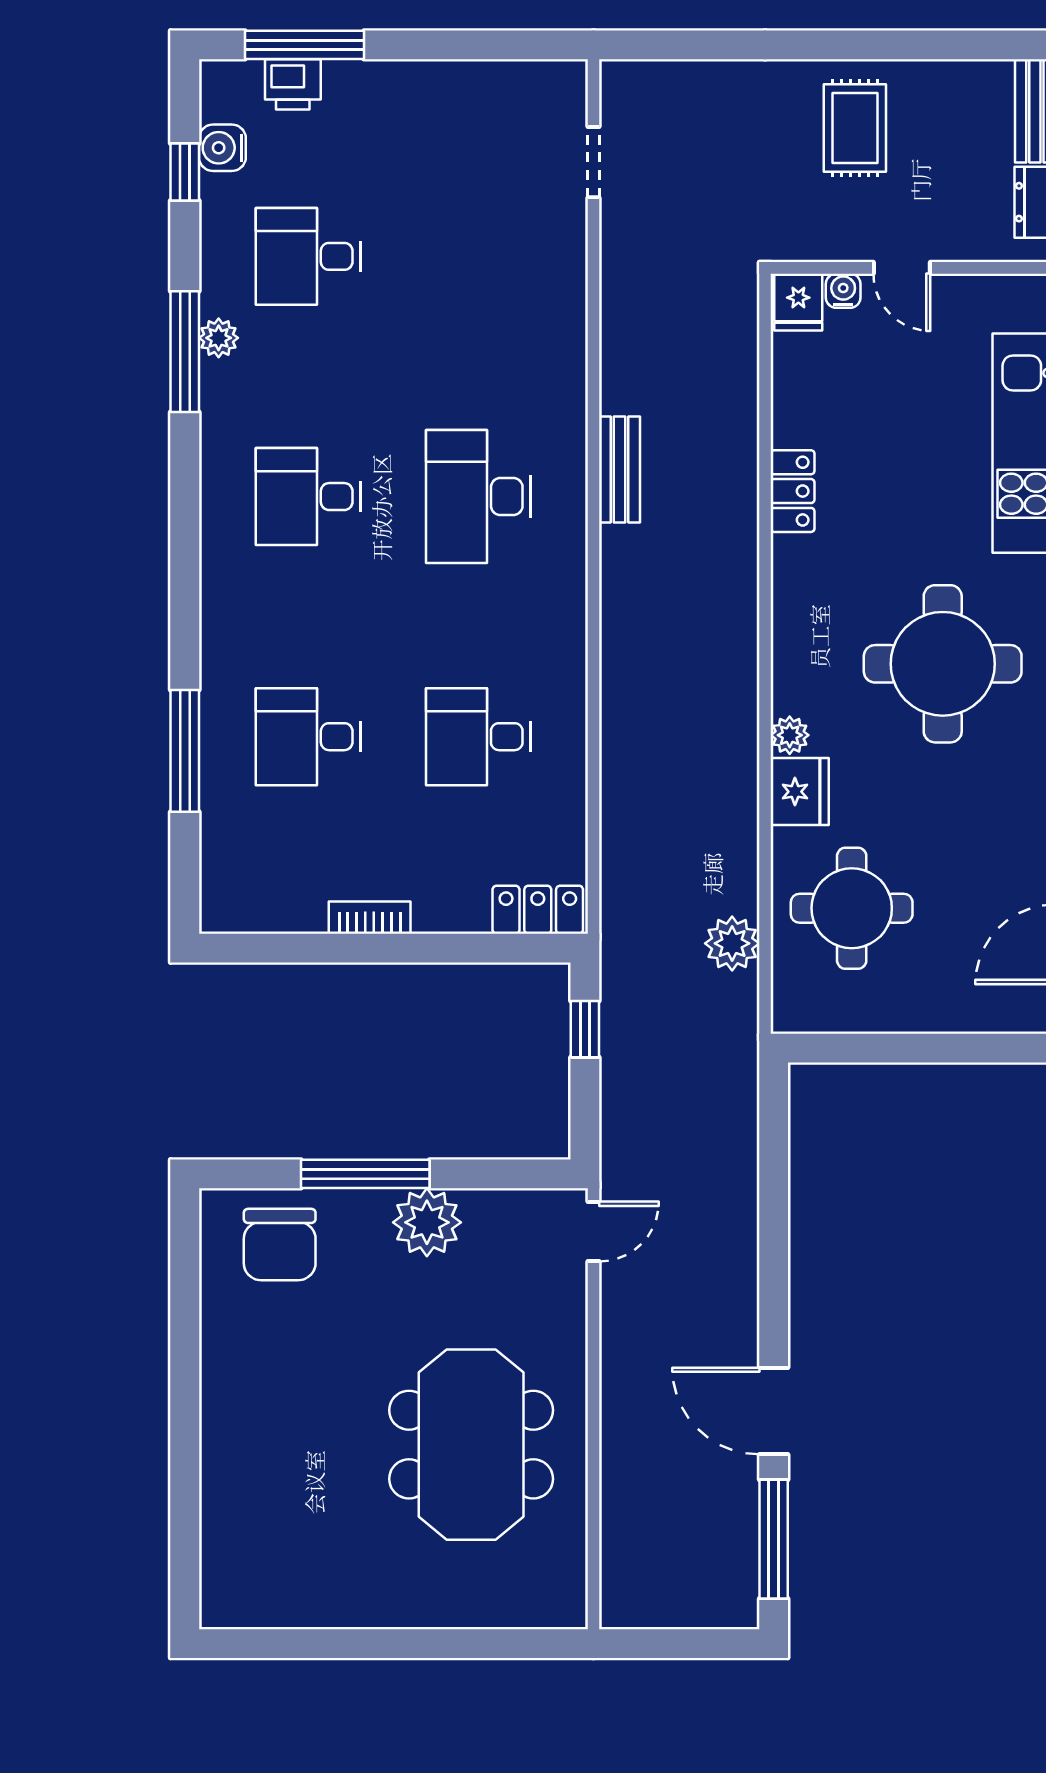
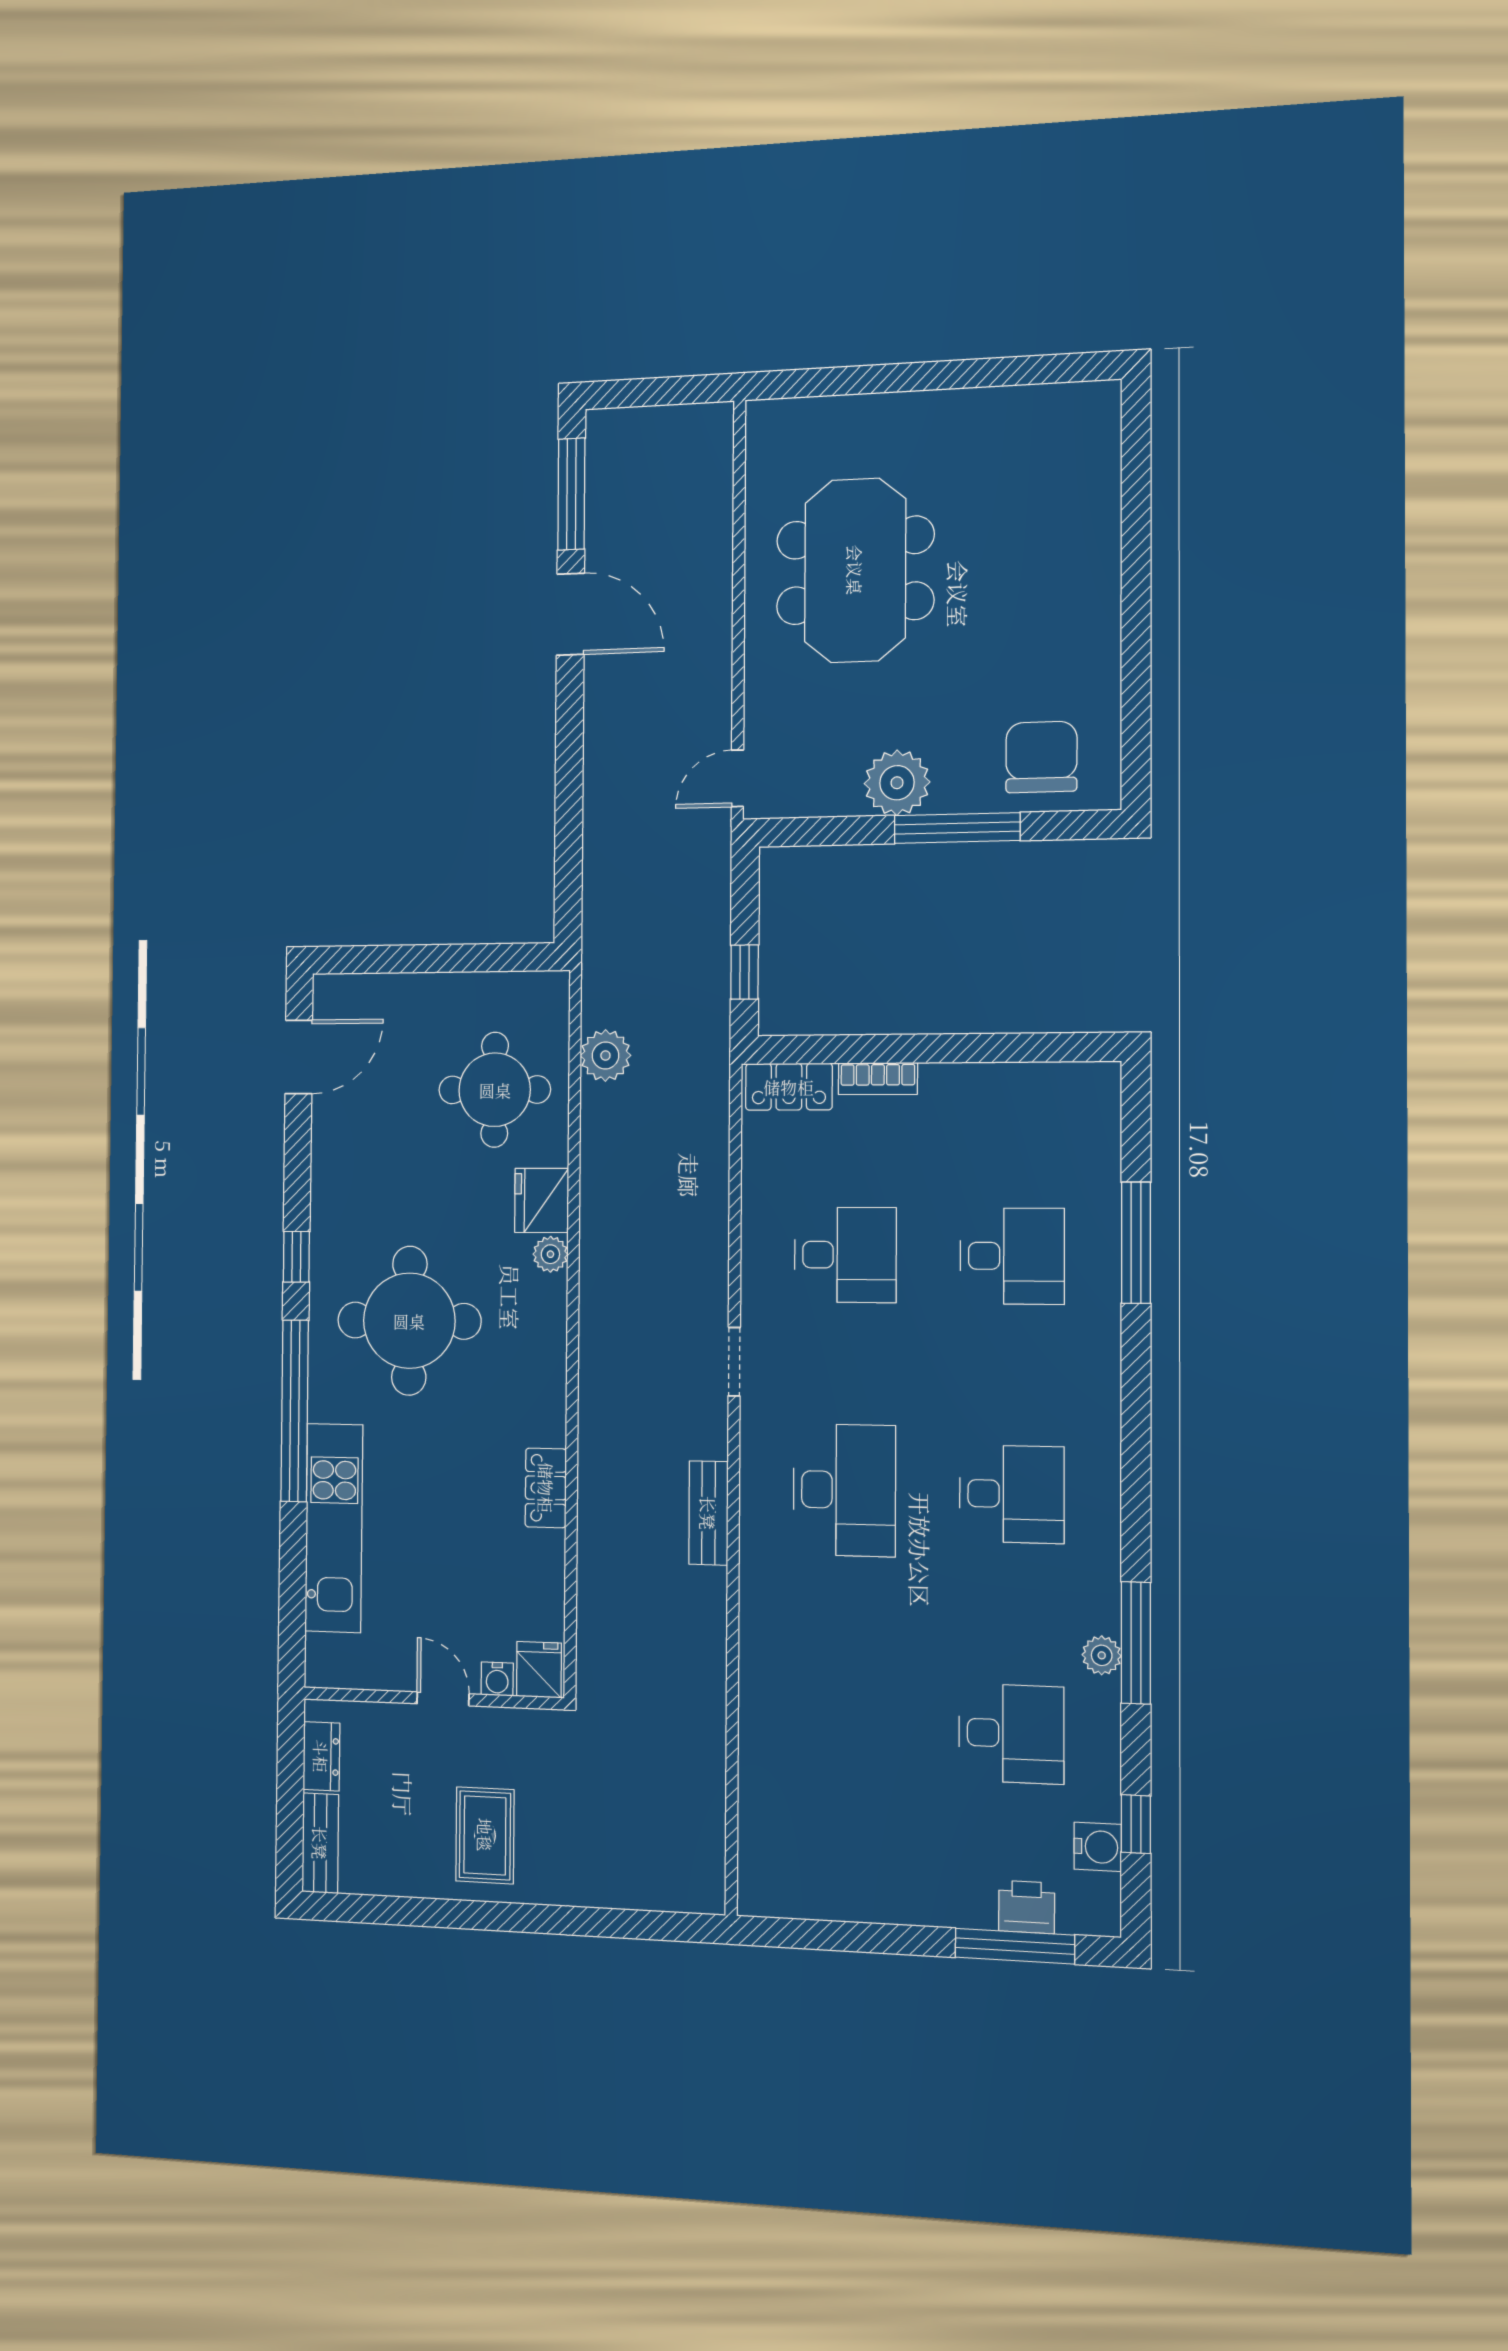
doorway: (593, 162) -> (734, 1362), moved
bookcase: (370, 918) -> (878, 1079), moved

